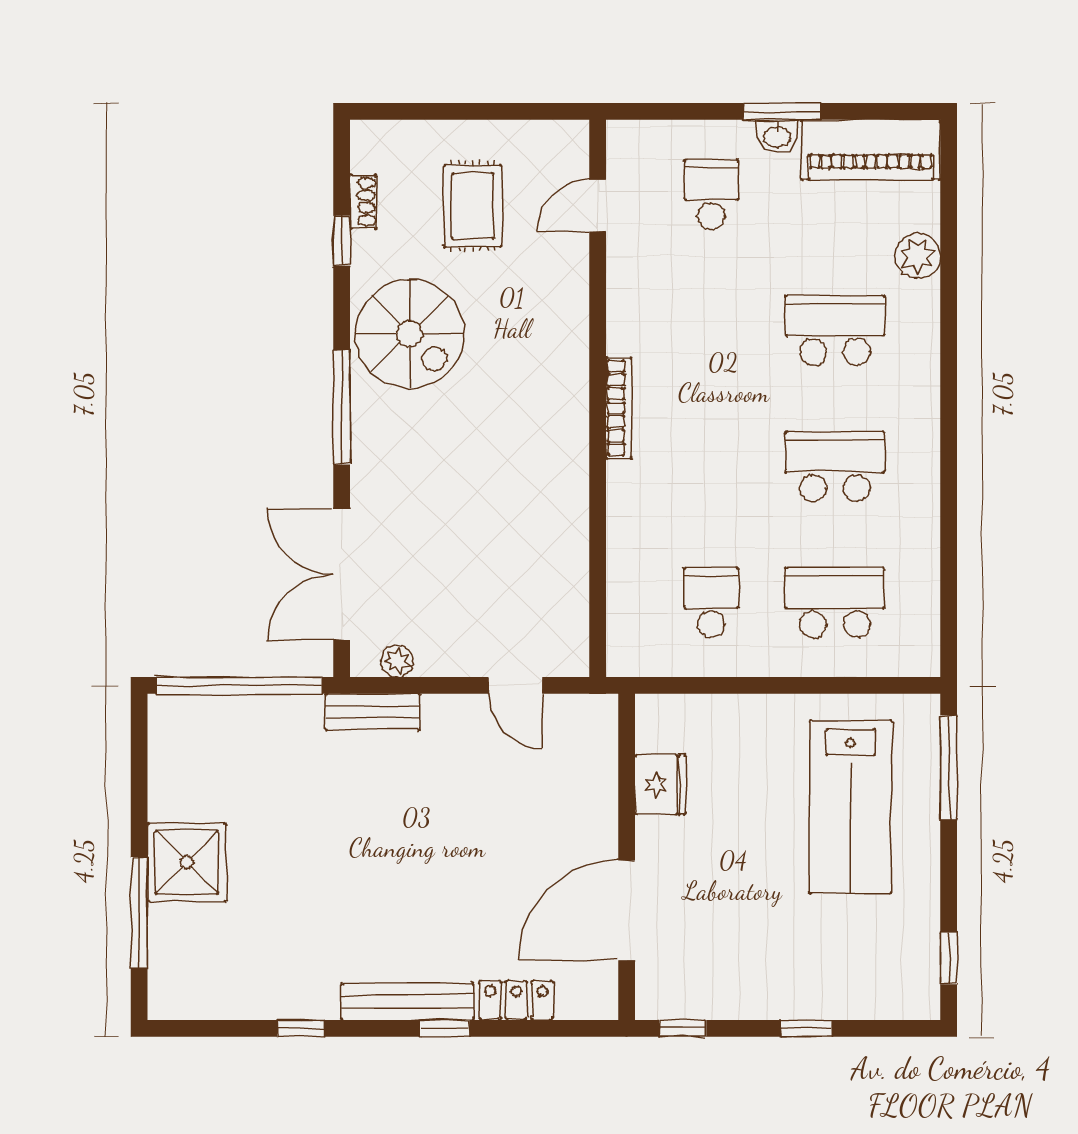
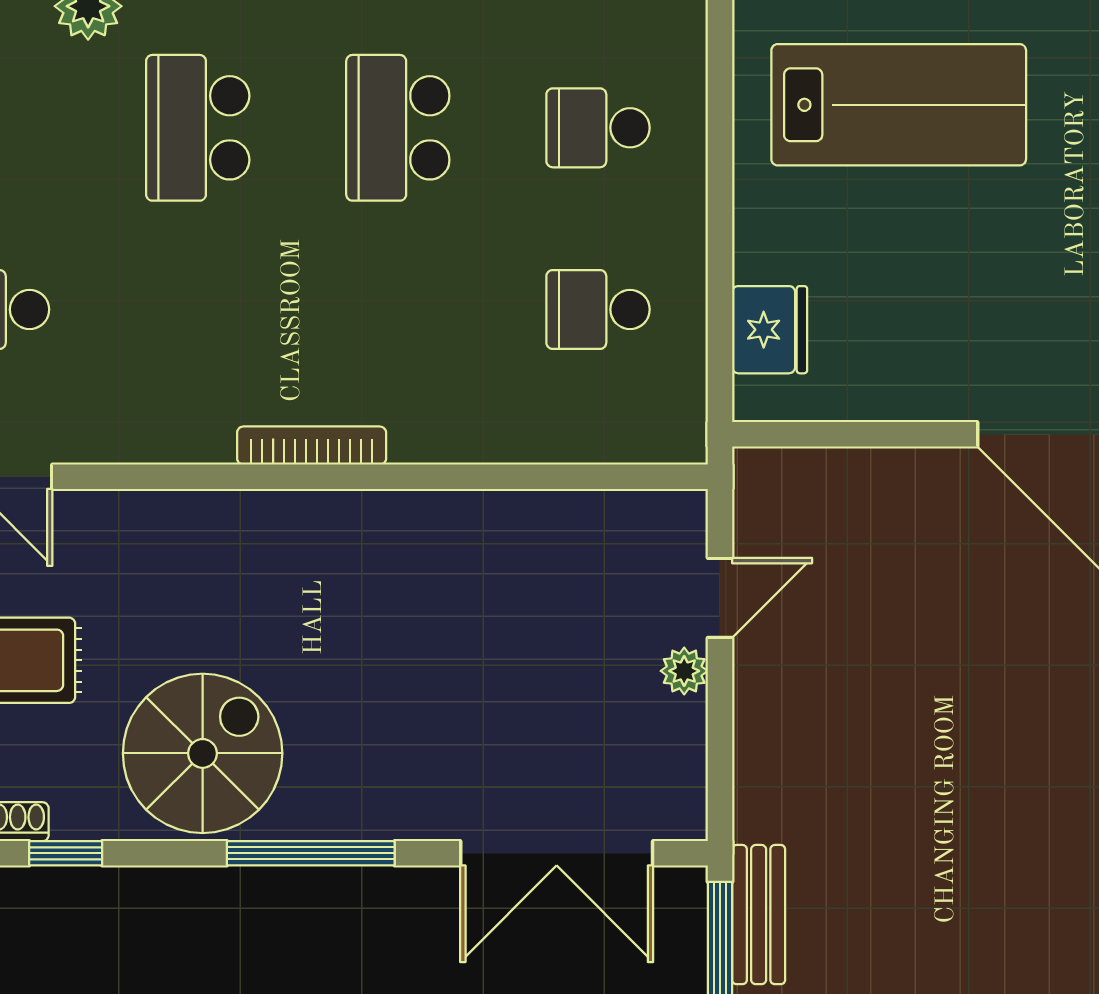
school desk: (835, 603) -> (598, 128), width x0.54
plant: (397, 661) -> (684, 671), moved
bench: (373, 712) -> (759, 915), moved
fridge: (660, 785) -> (770, 330), moved, turned 90

